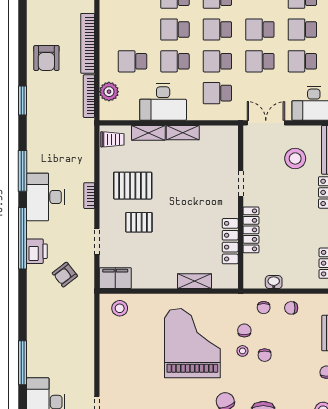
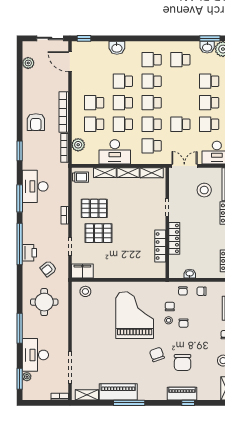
school desk: (260, 29) -> (94, 103), moved
desk: (45, 197) -> (35, 186), moved
pallet: (139, 222) -> (98, 233), width x1.50, depth x1.42
shelving: (194, 281) -> (152, 173), moved
round table: (59, 324) -> (44, 302), added

